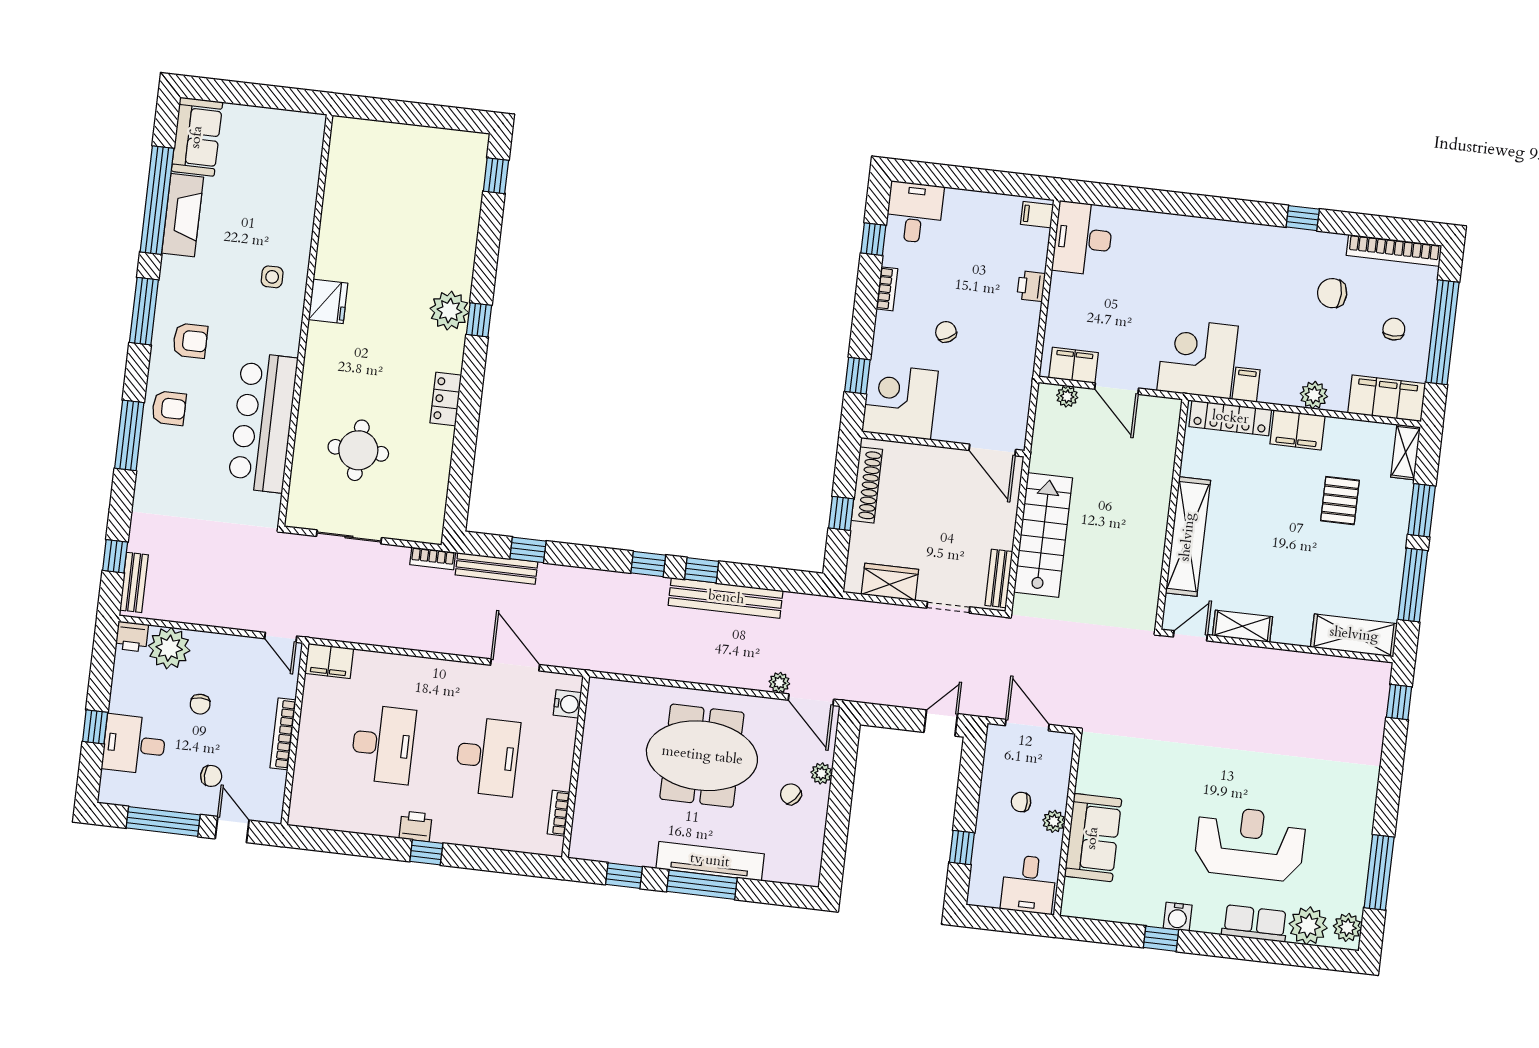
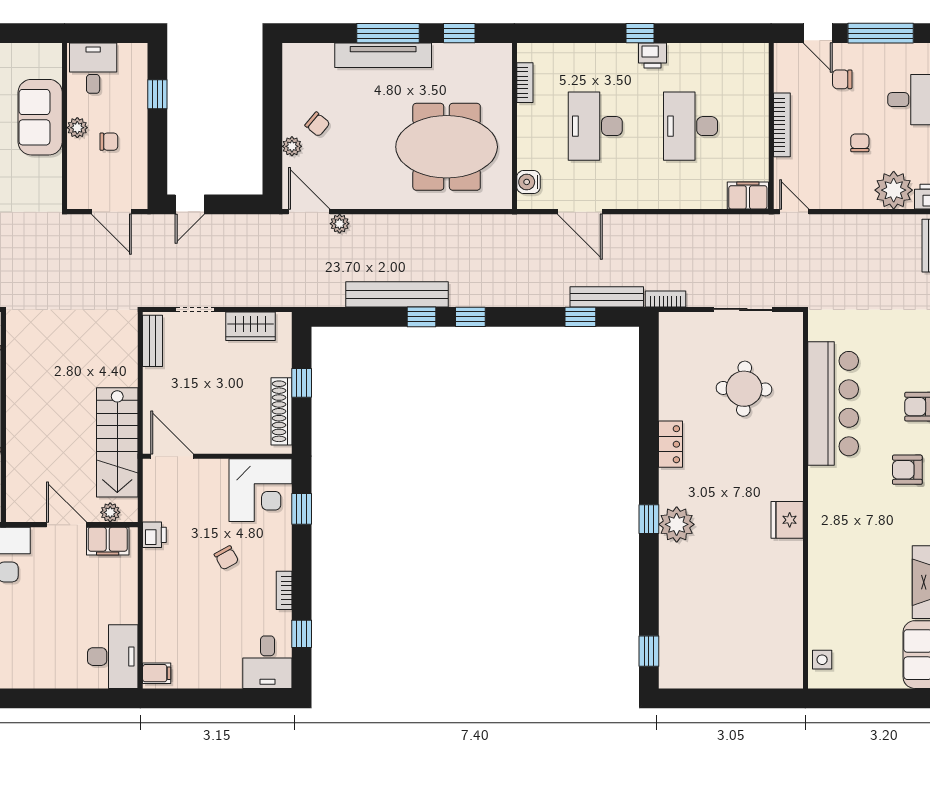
side table: (272, 277) -> (822, 660), moved
printer: (1031, 286) -> (154, 535), moved
stairs: (1043, 535) -> (117, 442), moved
meeting table: (702, 756) -> (447, 147), moved

